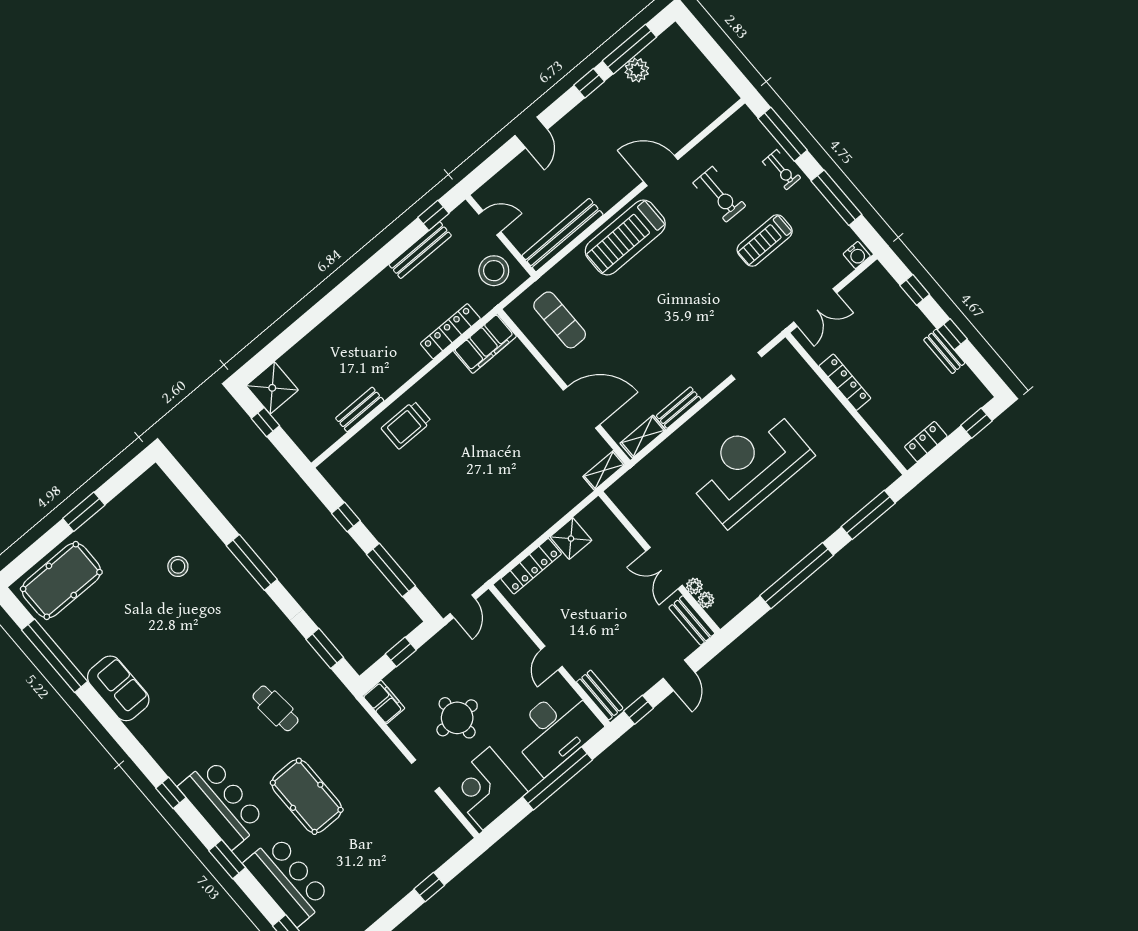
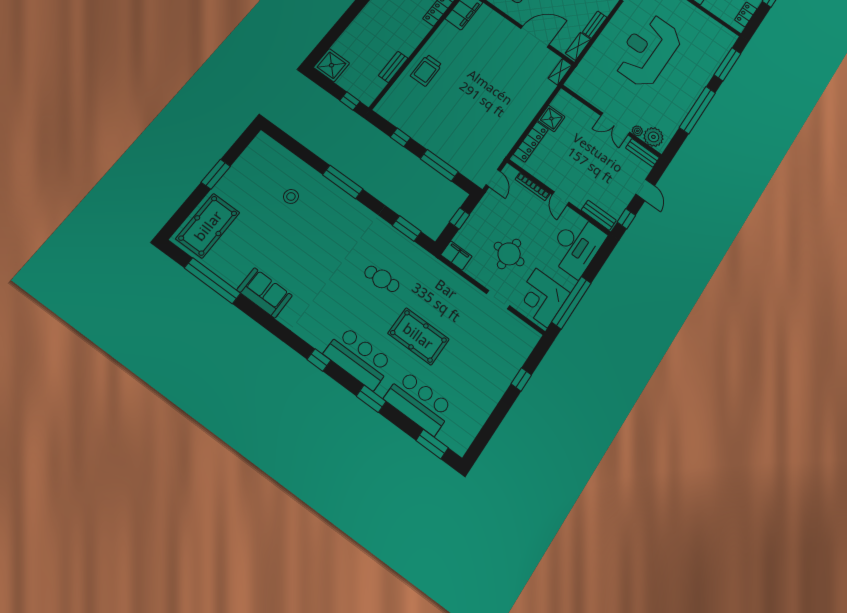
window: (265, 422) -> (350, 101), moved
plant: (706, 600) -> (653, 137), width x1.88, depth x1.88
bookcase: (516, 632) -> (533, 187), added
window: (557, 778) -> (571, 303), moved

